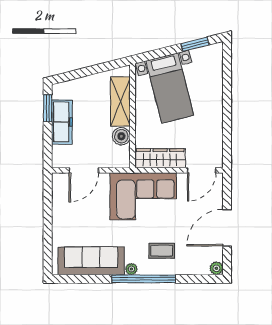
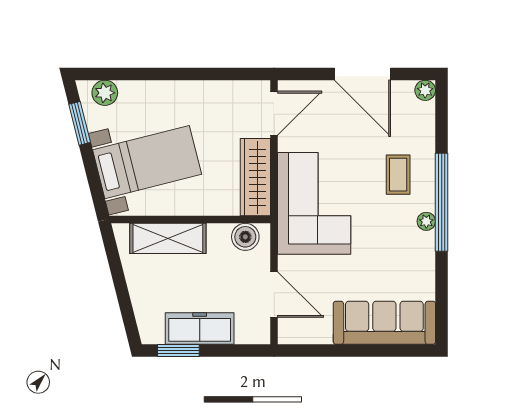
plant: (215, 61) -> (105, 93), added
boiler: (121, 136) -> (245, 237), moved
door: (202, 170) -> (274, 113), hinge flipped
sofa: (91, 261) -> (384, 323), moved, turned 90

